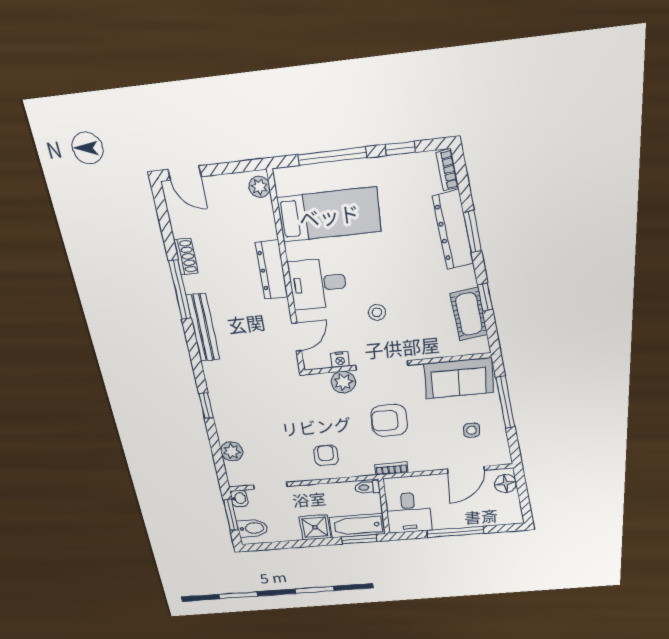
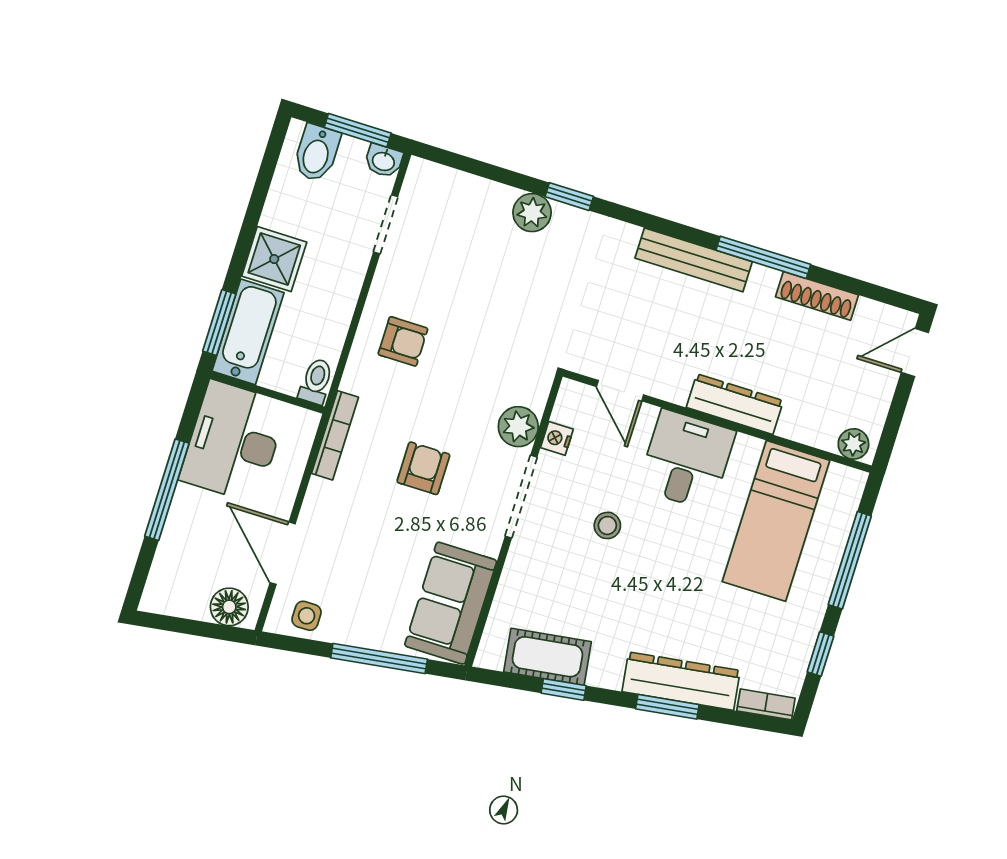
shoe rack: (186, 257) -> (817, 296), width x1.43
armchair: (389, 420) -> (423, 468), width x0.72, depth x0.72
side table: (472, 430) -> (307, 616), moved
plant: (232, 451) -> (532, 213), moved
bookcase: (391, 468) -> (335, 435), width x1.56
desk: (409, 513) -> (234, 442), width x1.37

